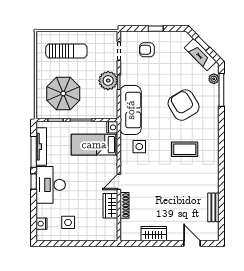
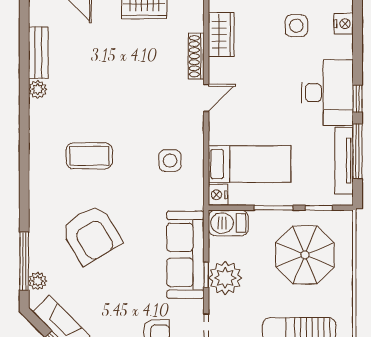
sofa: (131, 110) -> (185, 255), moved
barbecue: (106, 111) -> (228, 223), added
plant: (214, 187) -> (38, 89), added
wardrobe: (110, 206) -> (221, 35), moved

